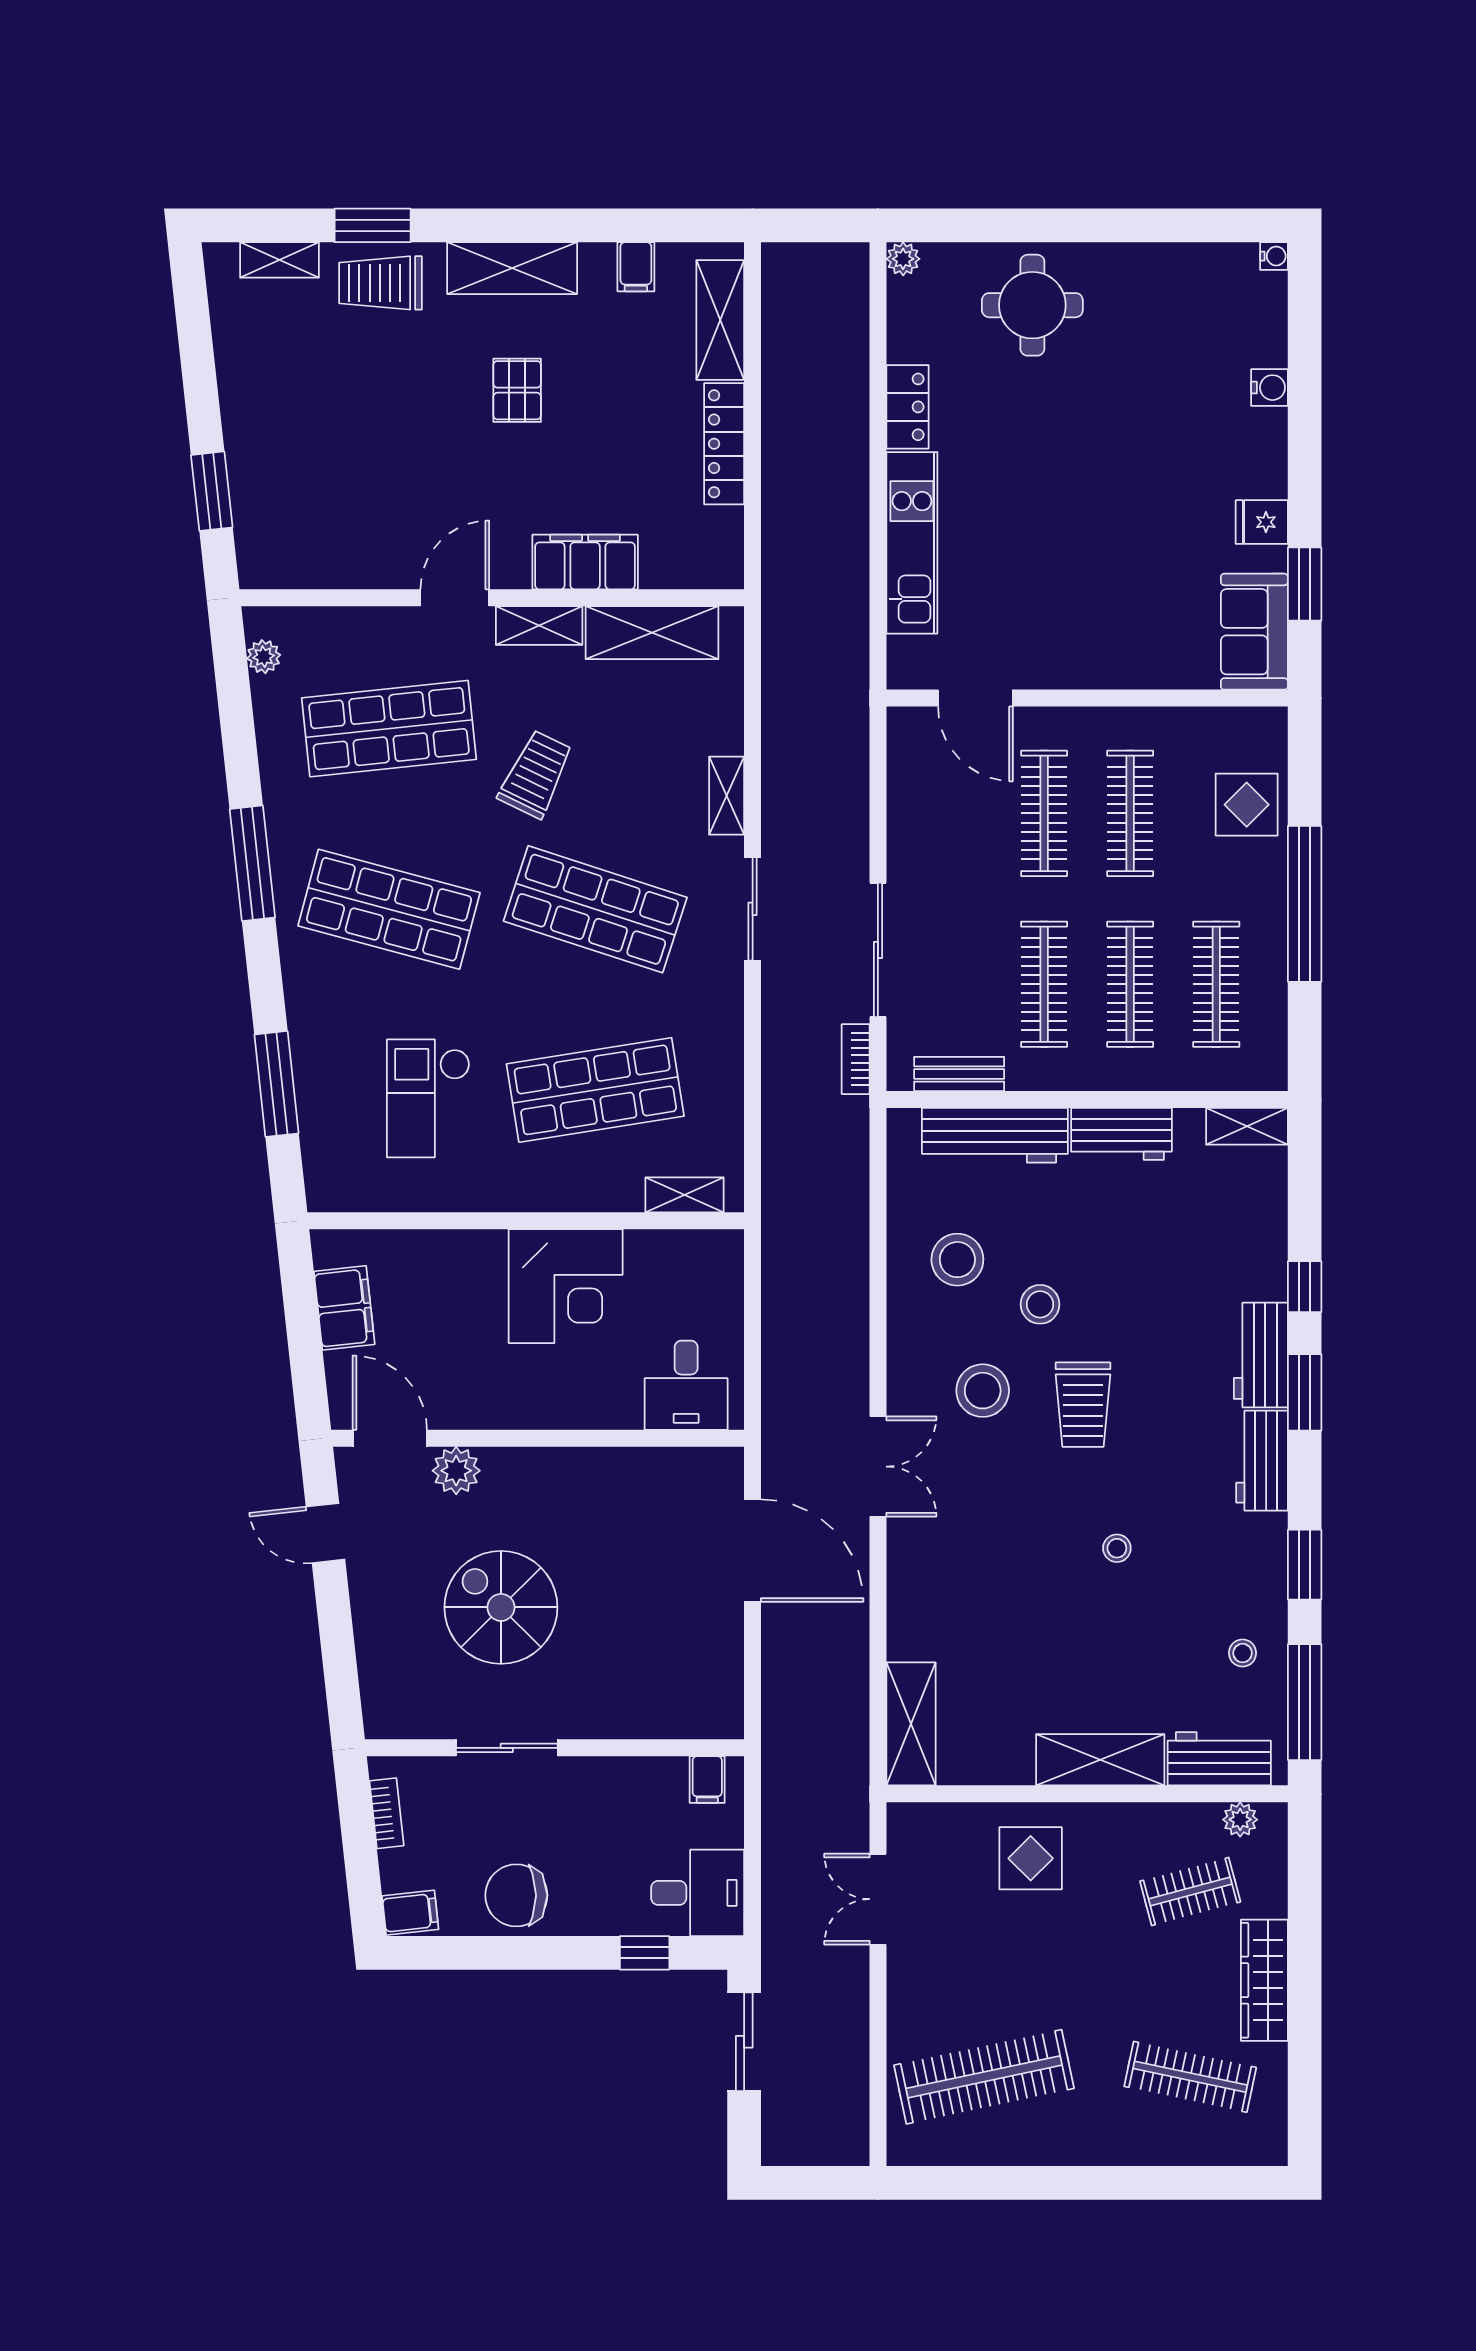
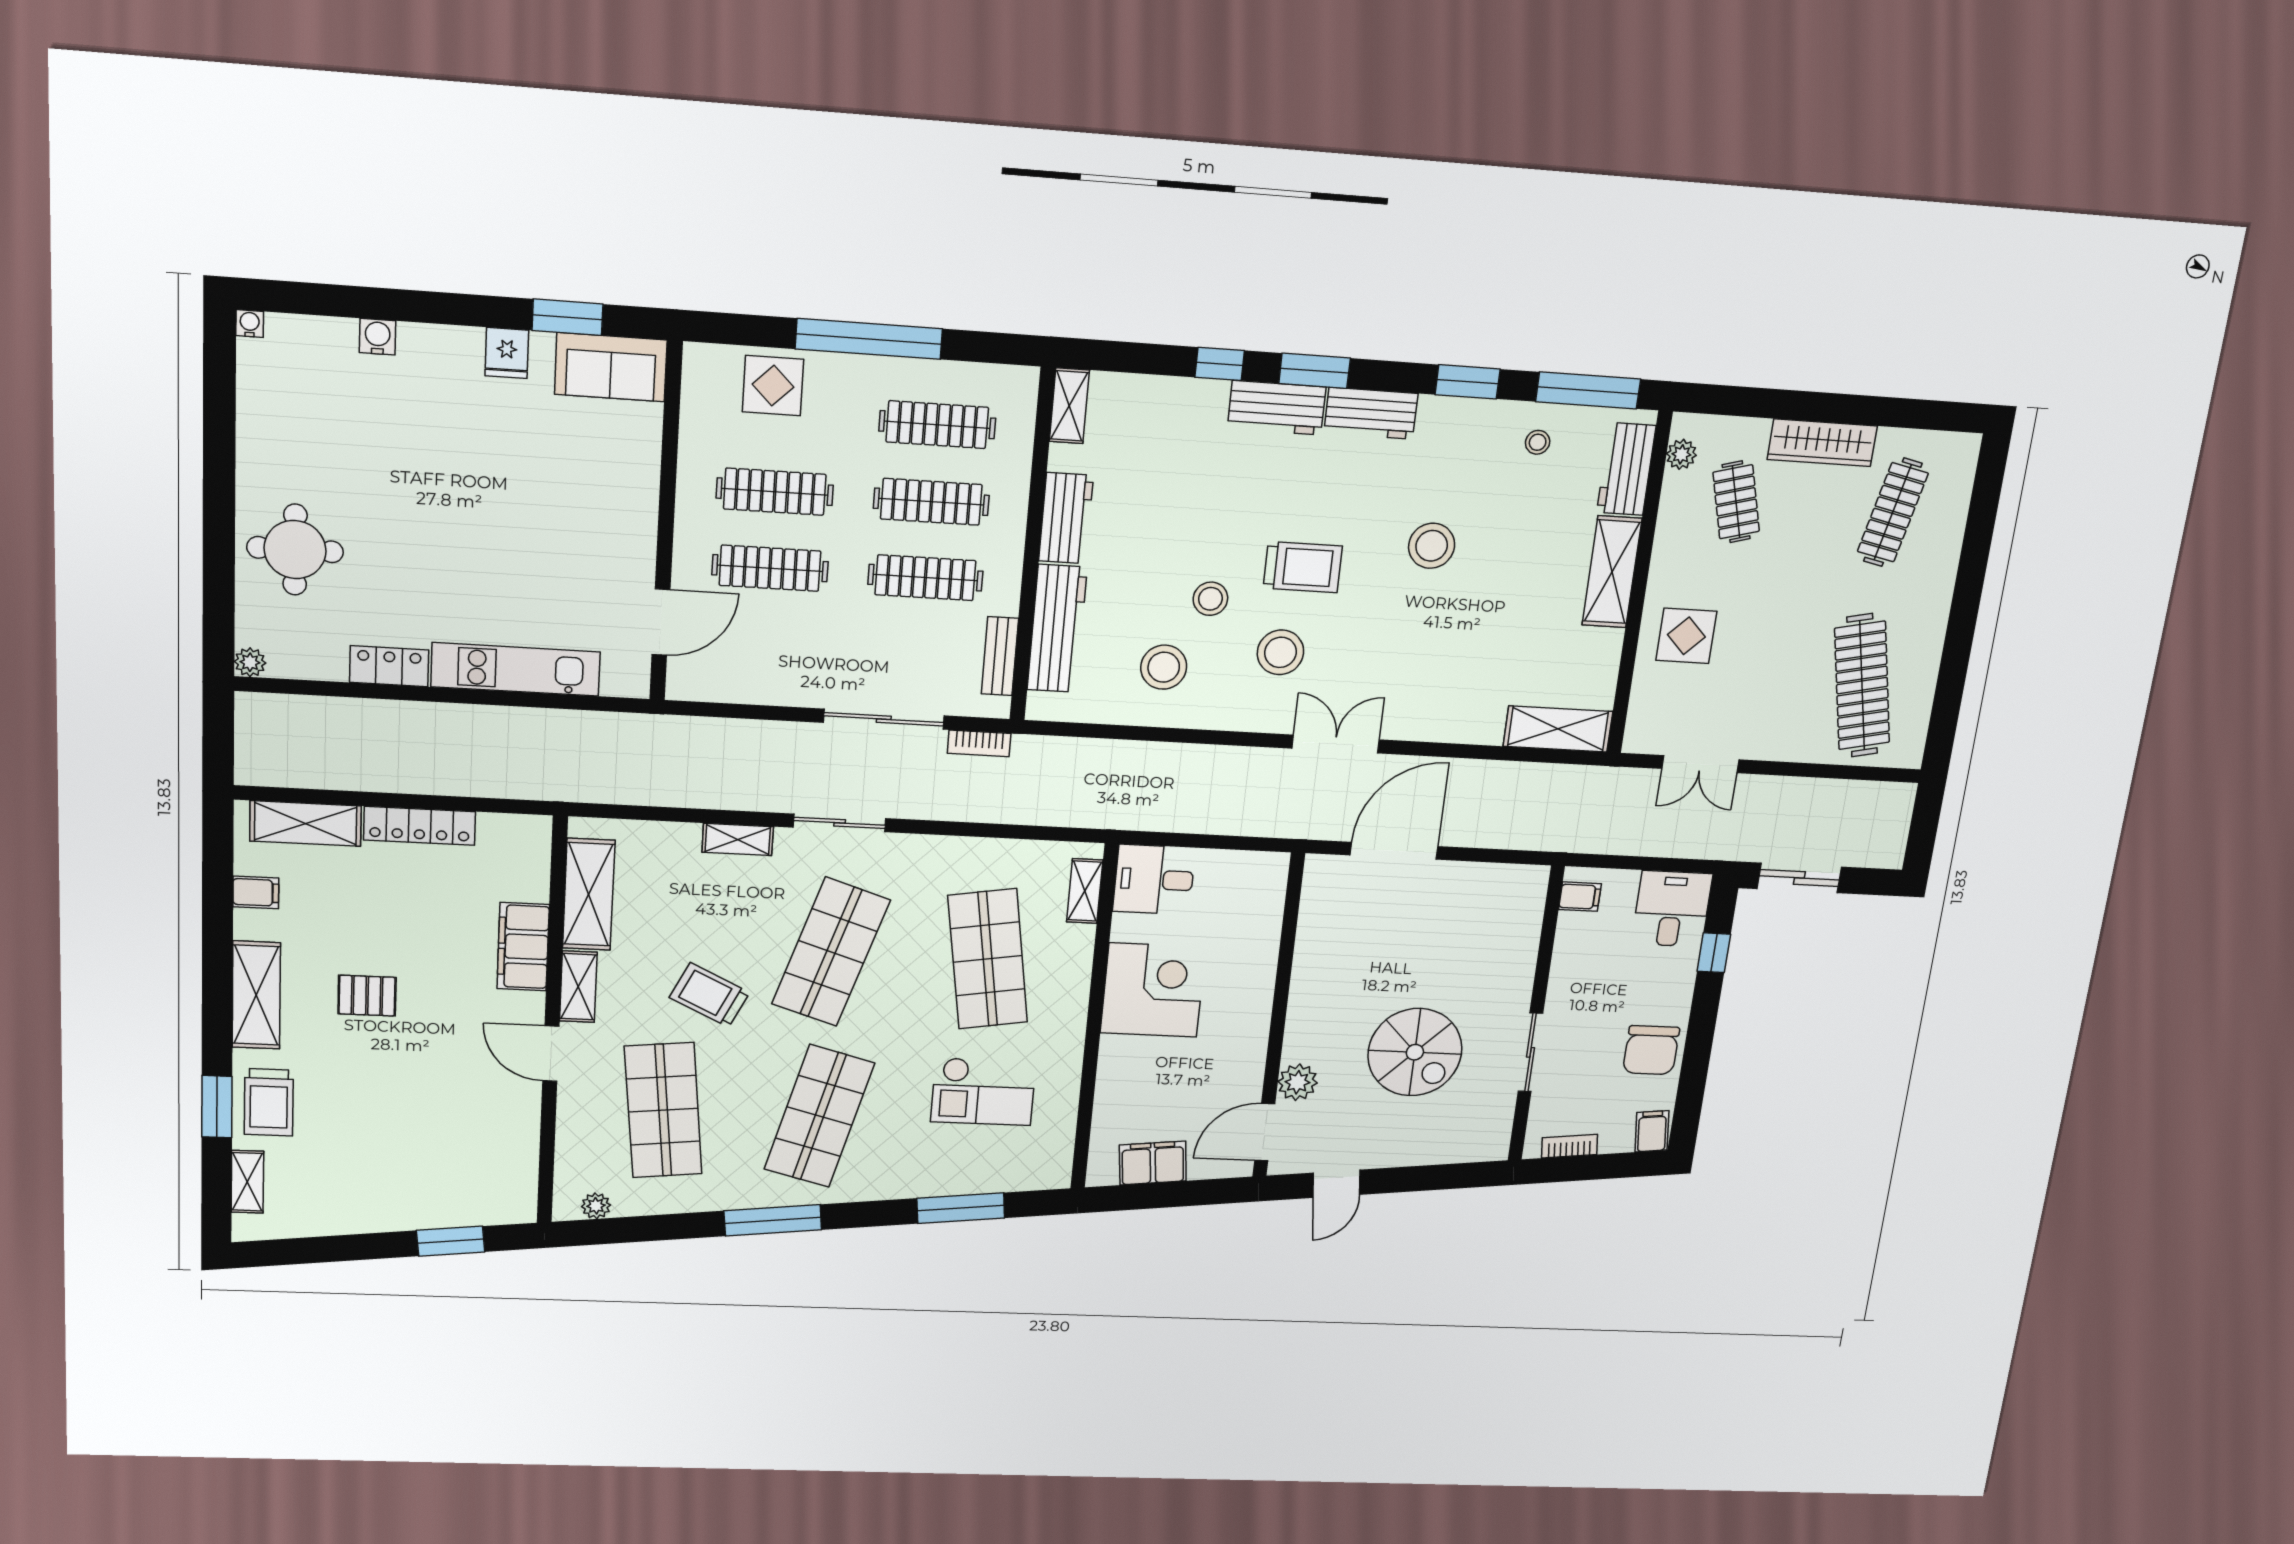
desk: (686, 1385) -> (1154, 880), moved, turned 180
stool: (1117, 1548) -> (1432, 546), width x1.89, depth x1.89
spiral stairs: (501, 1607) -> (1415, 1052), turned -90

